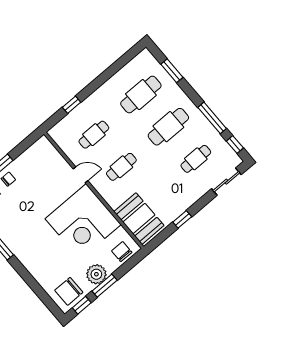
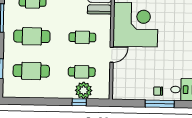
plant: (77, 119) -> (84, 90), added
door: (80, 175) -> (112, 55), swing flipped

